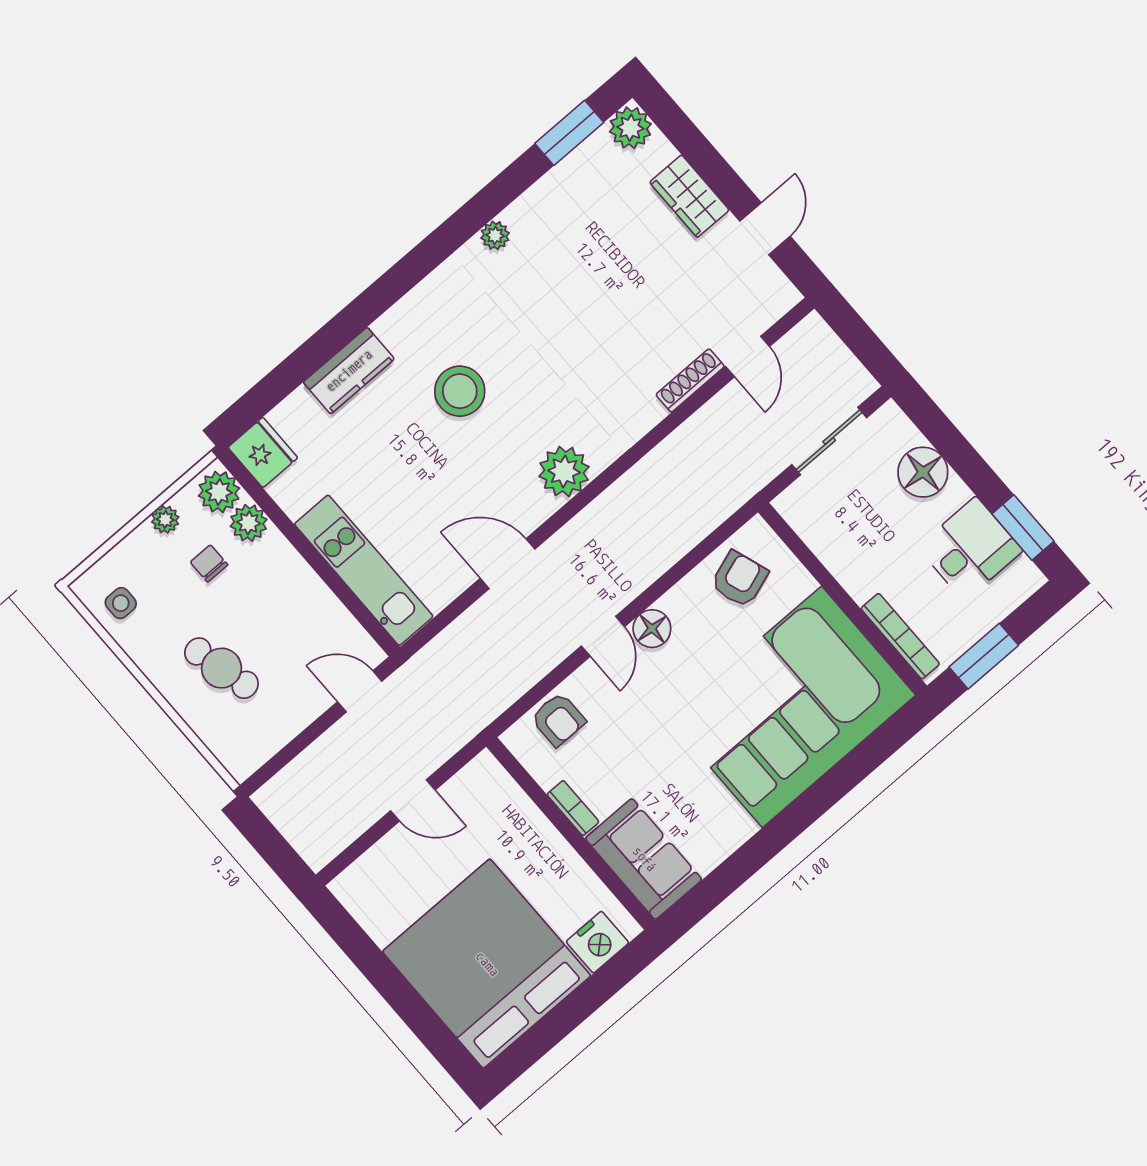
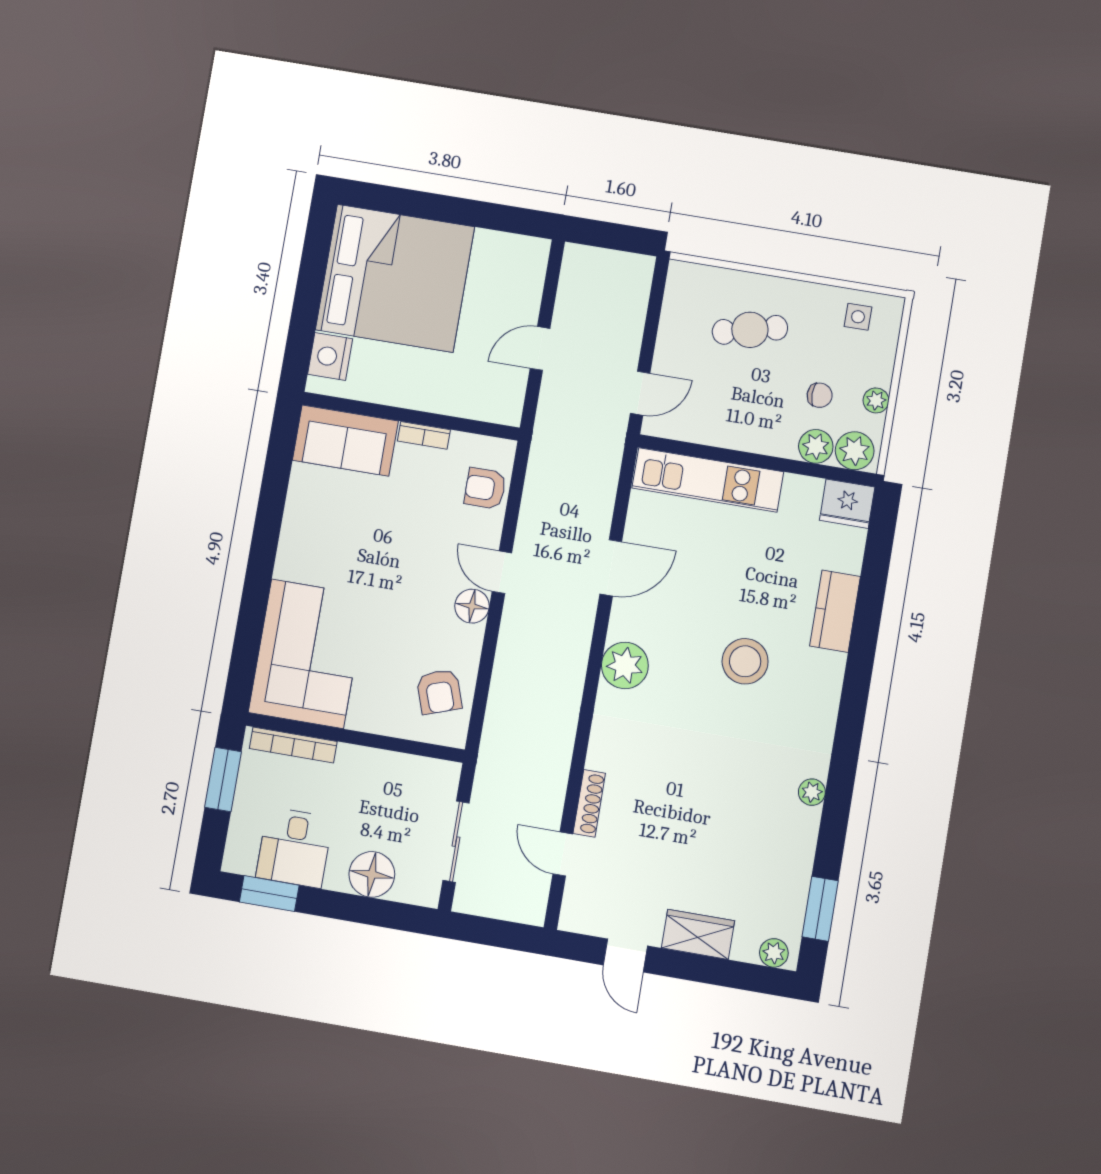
plant: (630, 128) -> (774, 953), width x0.73, depth x0.73
corner sofa: (792, 707) -> (307, 654), width x0.73, depth x0.74

